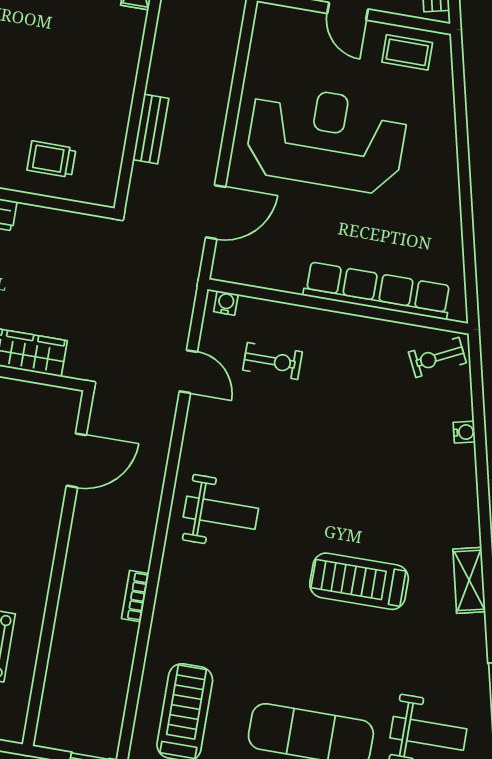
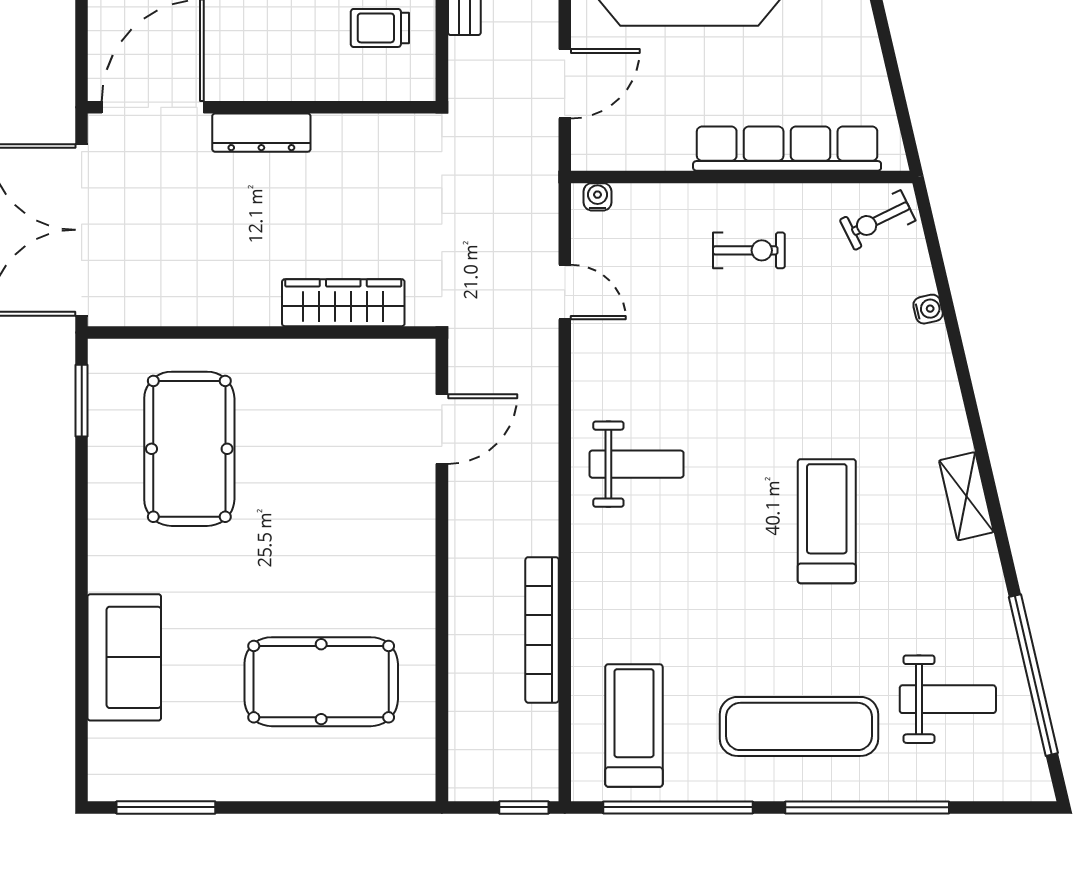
trolley: (51, 159) -> (380, 28), moved
exercise bike: (273, 361) -> (749, 250), moved
treadmill: (359, 581) -> (827, 521), turned 90
bookcase: (135, 596) -> (542, 630), width x2.31, depth x1.31

